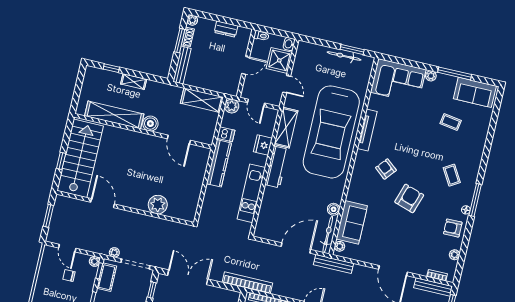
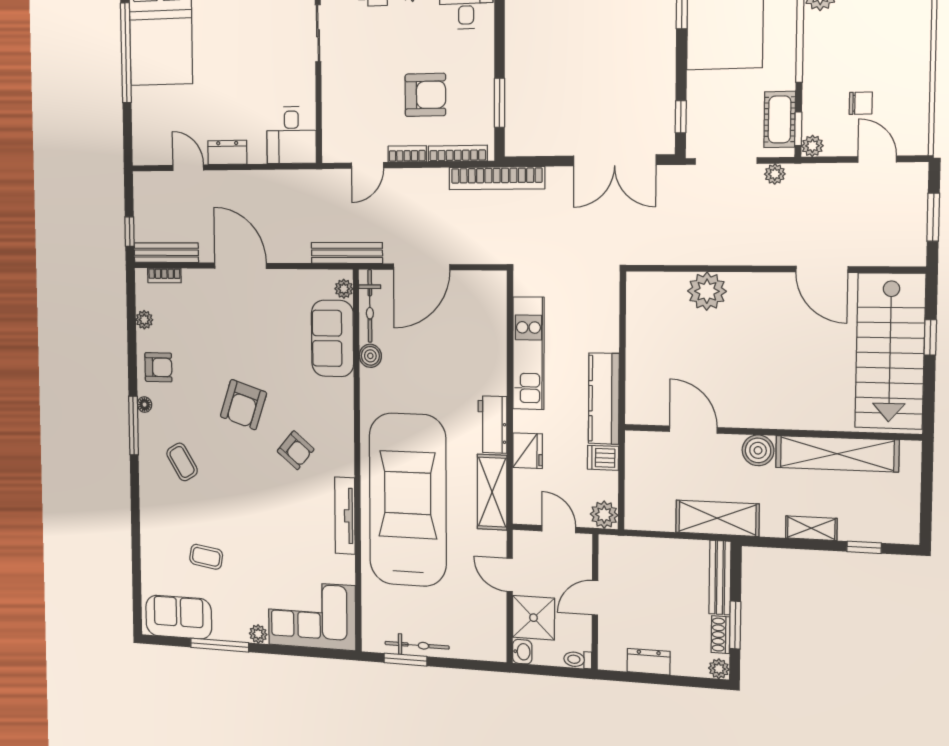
shelving: (202, 100) -> (717, 518), moved
workbench: (277, 167) -> (492, 425), width x0.73

